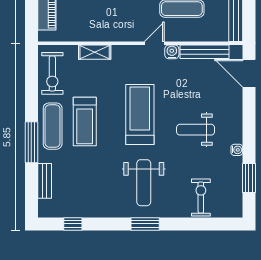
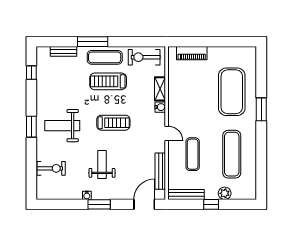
water cooler: (172, 52) -> (160, 107), moved
treadmill: (140, 115) -> (113, 123), width x0.73, depth x0.73
window: (249, 178) -> (99, 204), moved

